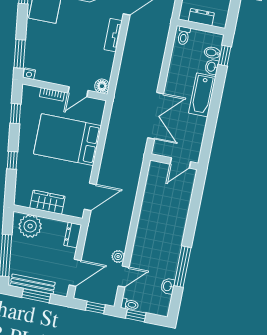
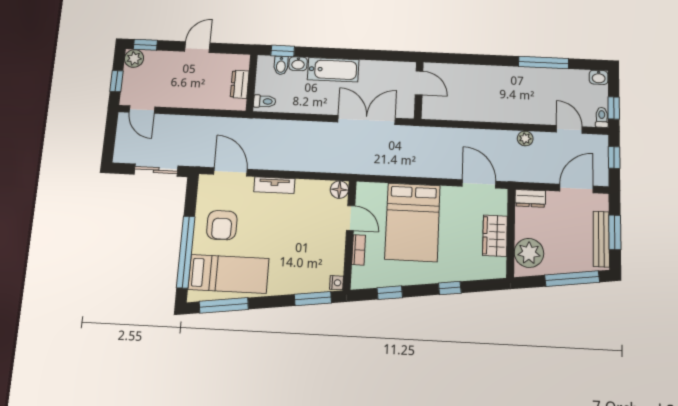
plant: (118, 257) -> (525, 138), moved
door: (75, 273) -> (576, 189), hinge flipped
washbasin: (168, 286) -> (599, 77), moved

